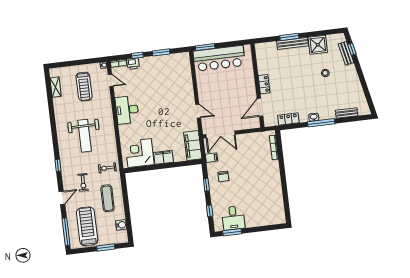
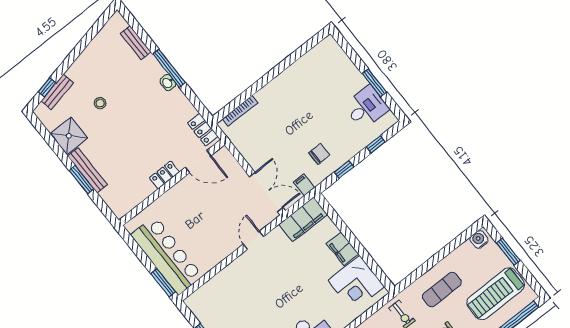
locker: (288, 119) -> (203, 130), moved
water cooler: (121, 225) -> (479, 239), moved
window: (232, 232) -> (374, 83), moved

